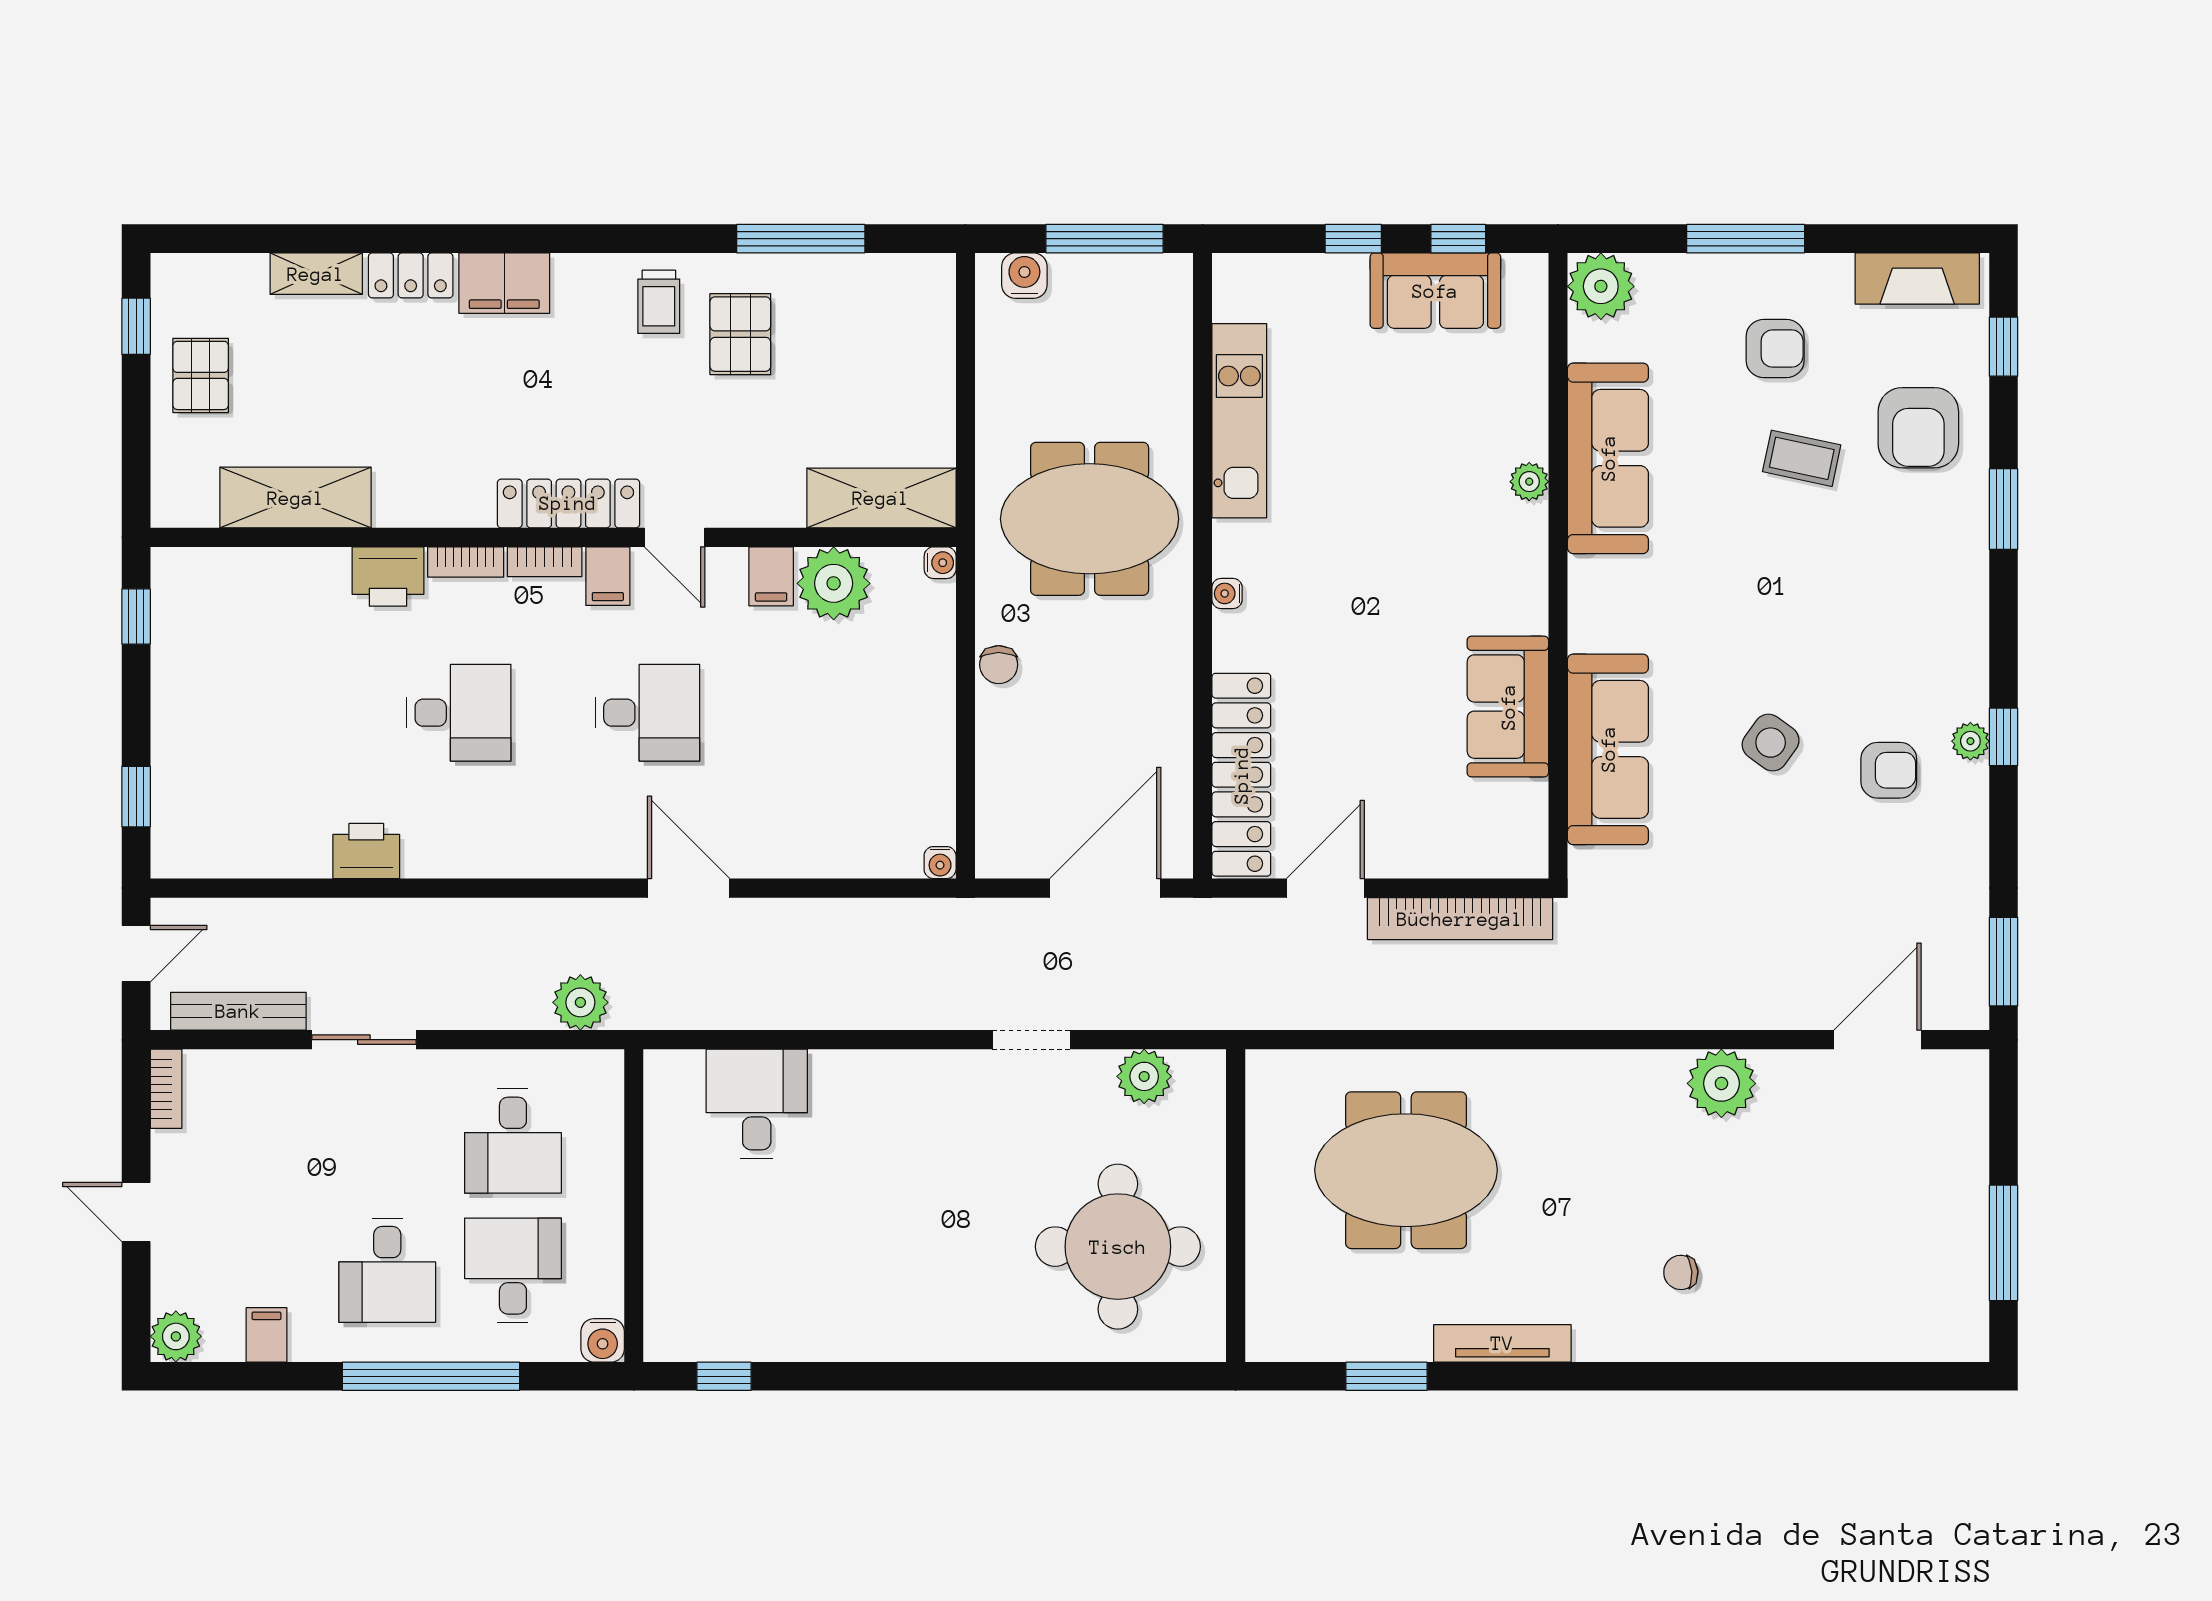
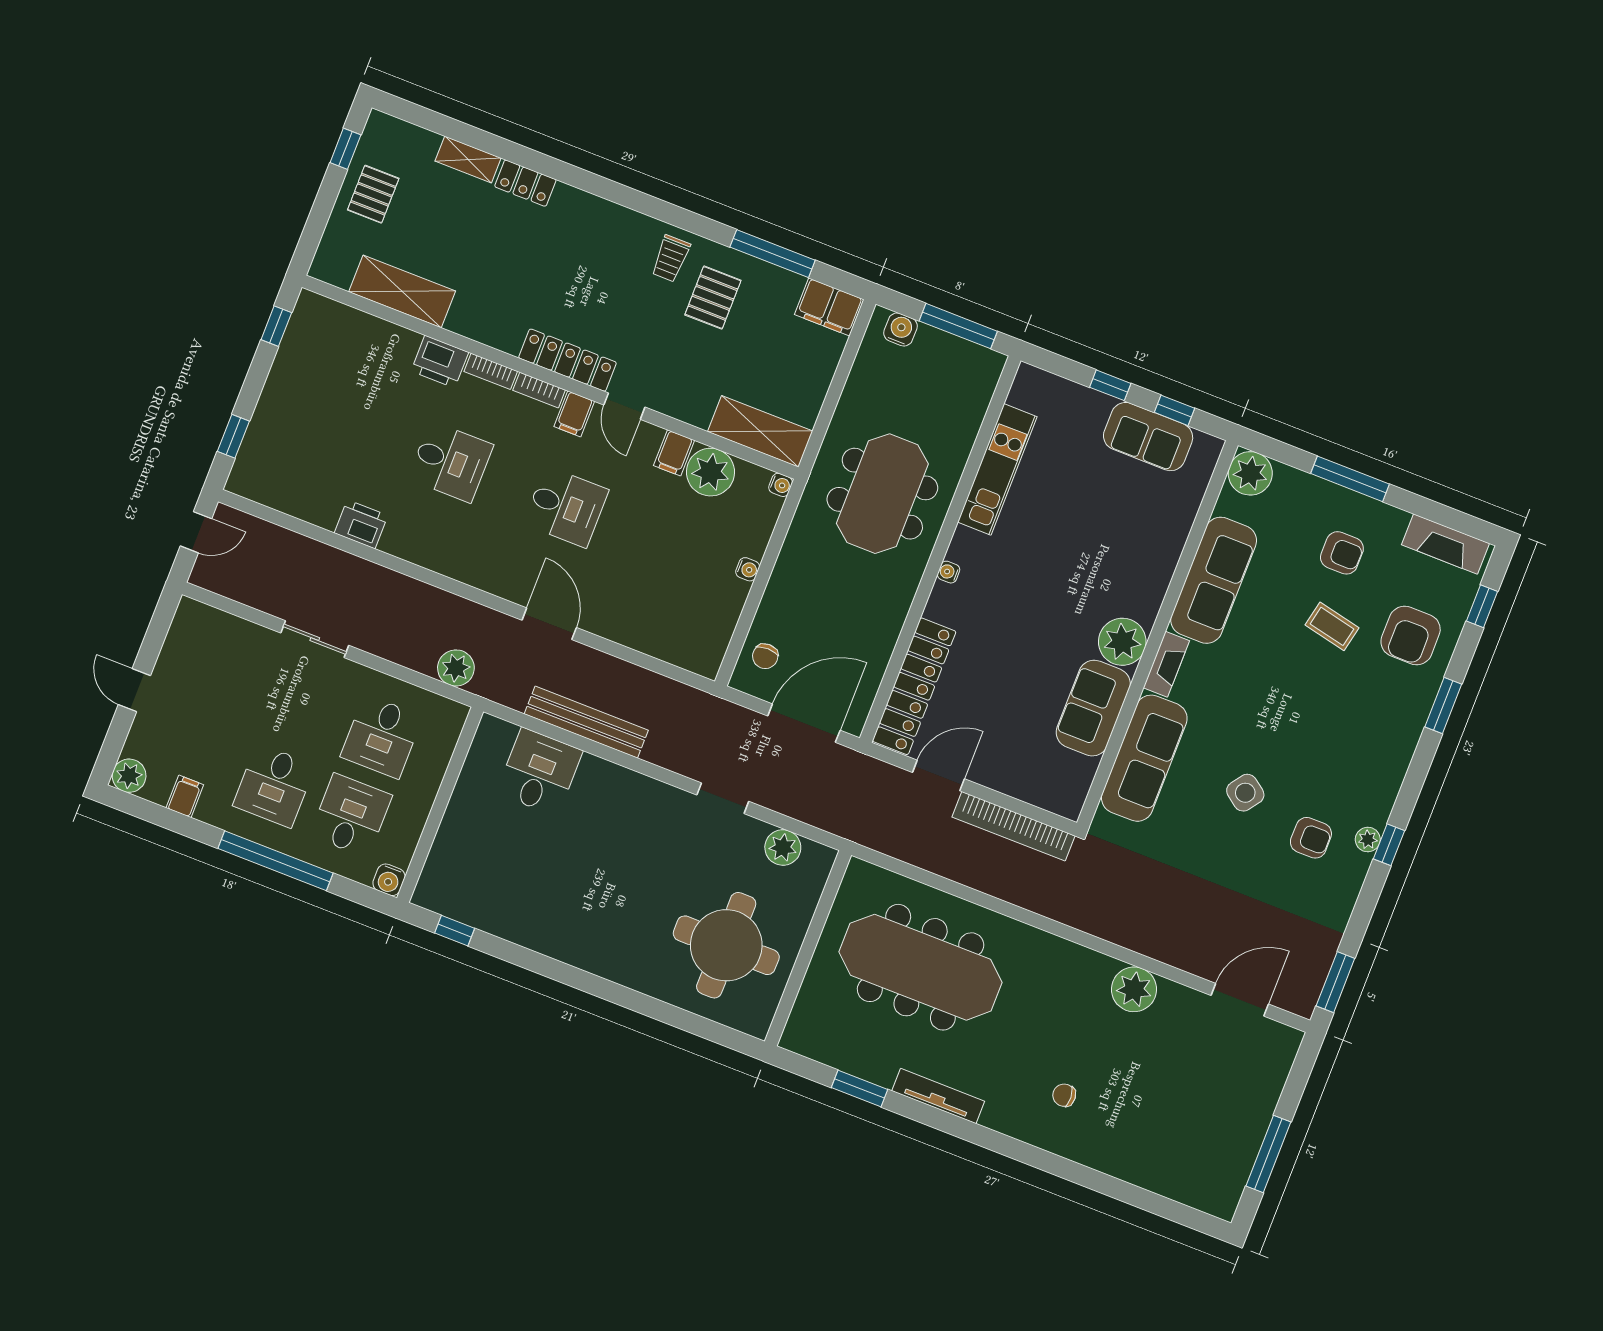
filing cabinet: (504, 283) -> (829, 307), moved
plant: (1529, 482) -> (1122, 642), moved, width x1.88, depth x1.88
meeting table: (1090, 519) -> (882, 494), turned 90
fireplace: (1587, 604) -> (1166, 664), added
chair: (999, 665) -> (765, 656), moved
water cooler: (940, 863) -> (748, 569), moved, turned -90
bench: (238, 1011) -> (586, 722), moved, width x1.37, depth x1.21
bookcase: (166, 1089) -> (182, 622), removed
meeting table: (1406, 1170) -> (921, 967), width x1.36

